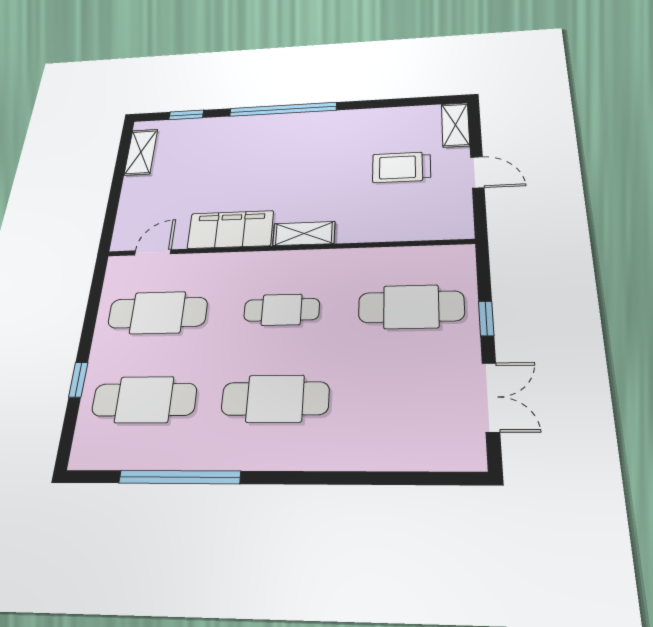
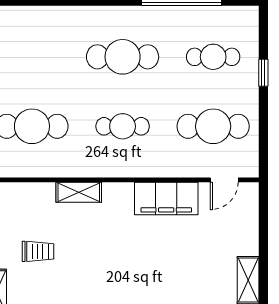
trolley: (402, 167) -> (38, 251), width x0.73, depth x0.72
shelving: (304, 234) -> (79, 192), moved
cafe table: (144, 400) -> (213, 57), width x0.73, depth x0.74

